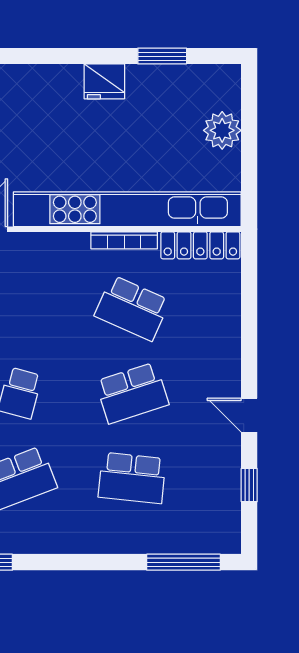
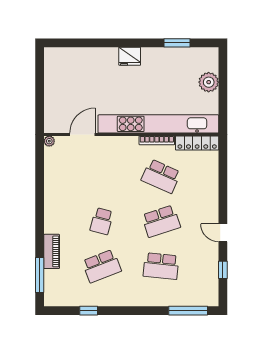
fridge: (104, 81) -> (130, 56), moved

